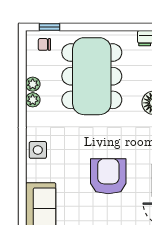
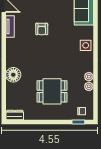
dining table: (92, 76) -> (52, 91), width x0.53, depth x0.80
armchair: (108, 176) -> (42, 29), width x0.53, depth x0.53

